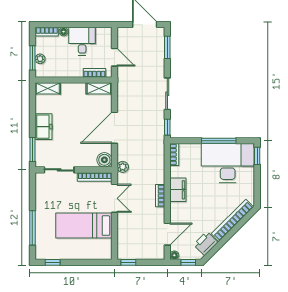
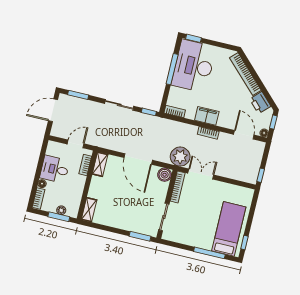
freezer: (44, 127) -> (122, 222), removed
plant: (123, 167) -> (180, 157), width x1.87, depth x1.87
bed: (84, 226) -> (229, 229), moved, turned 180

